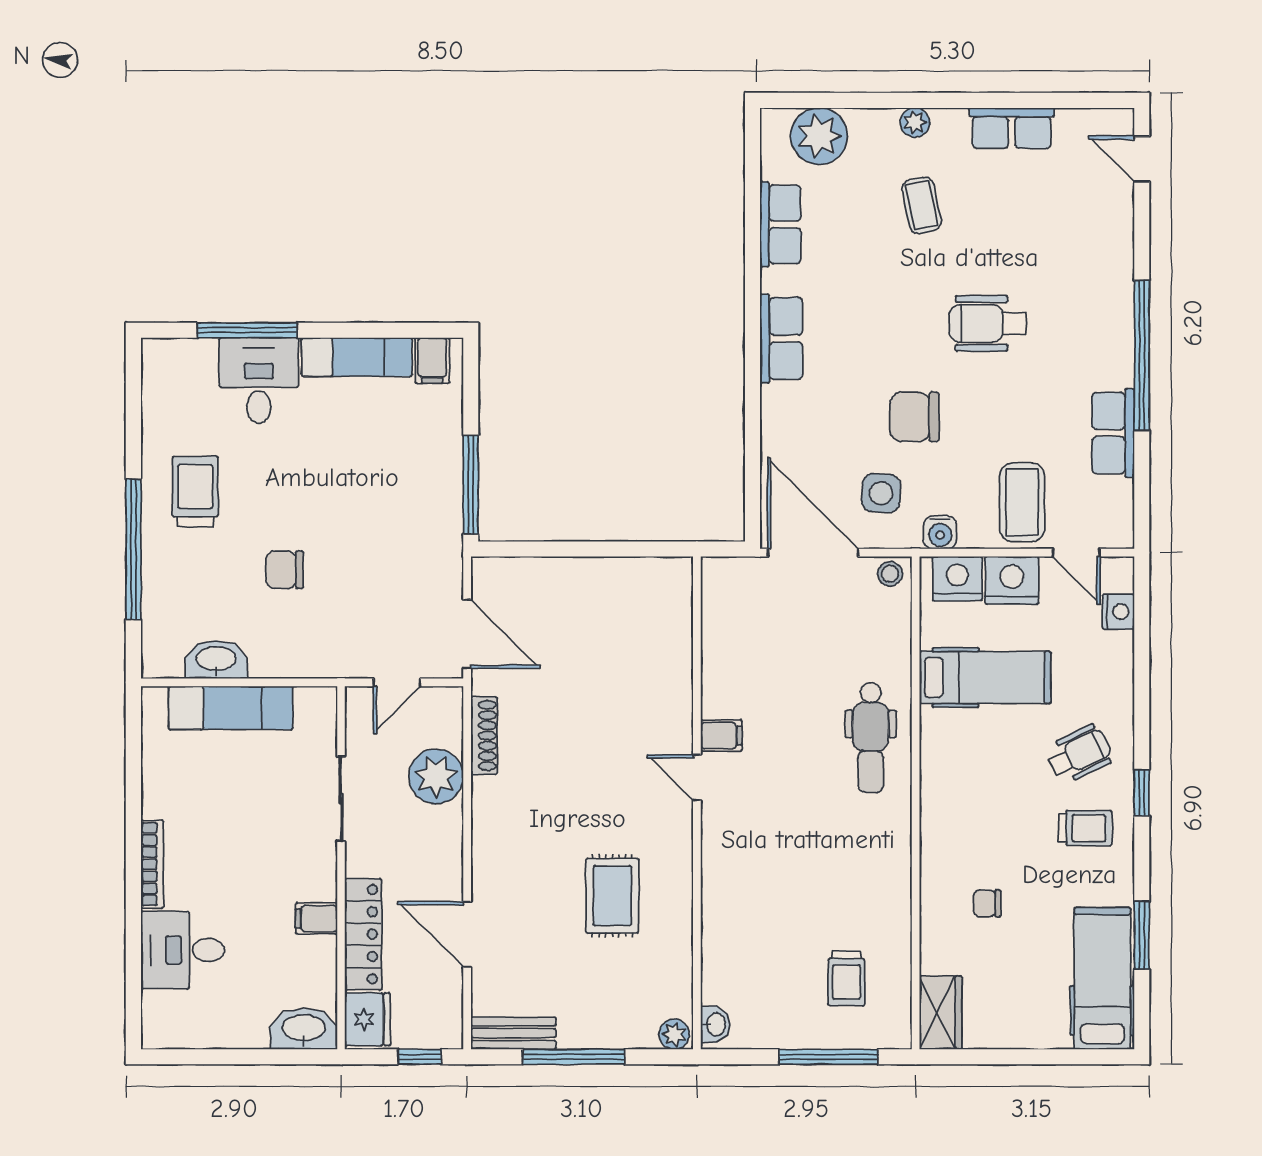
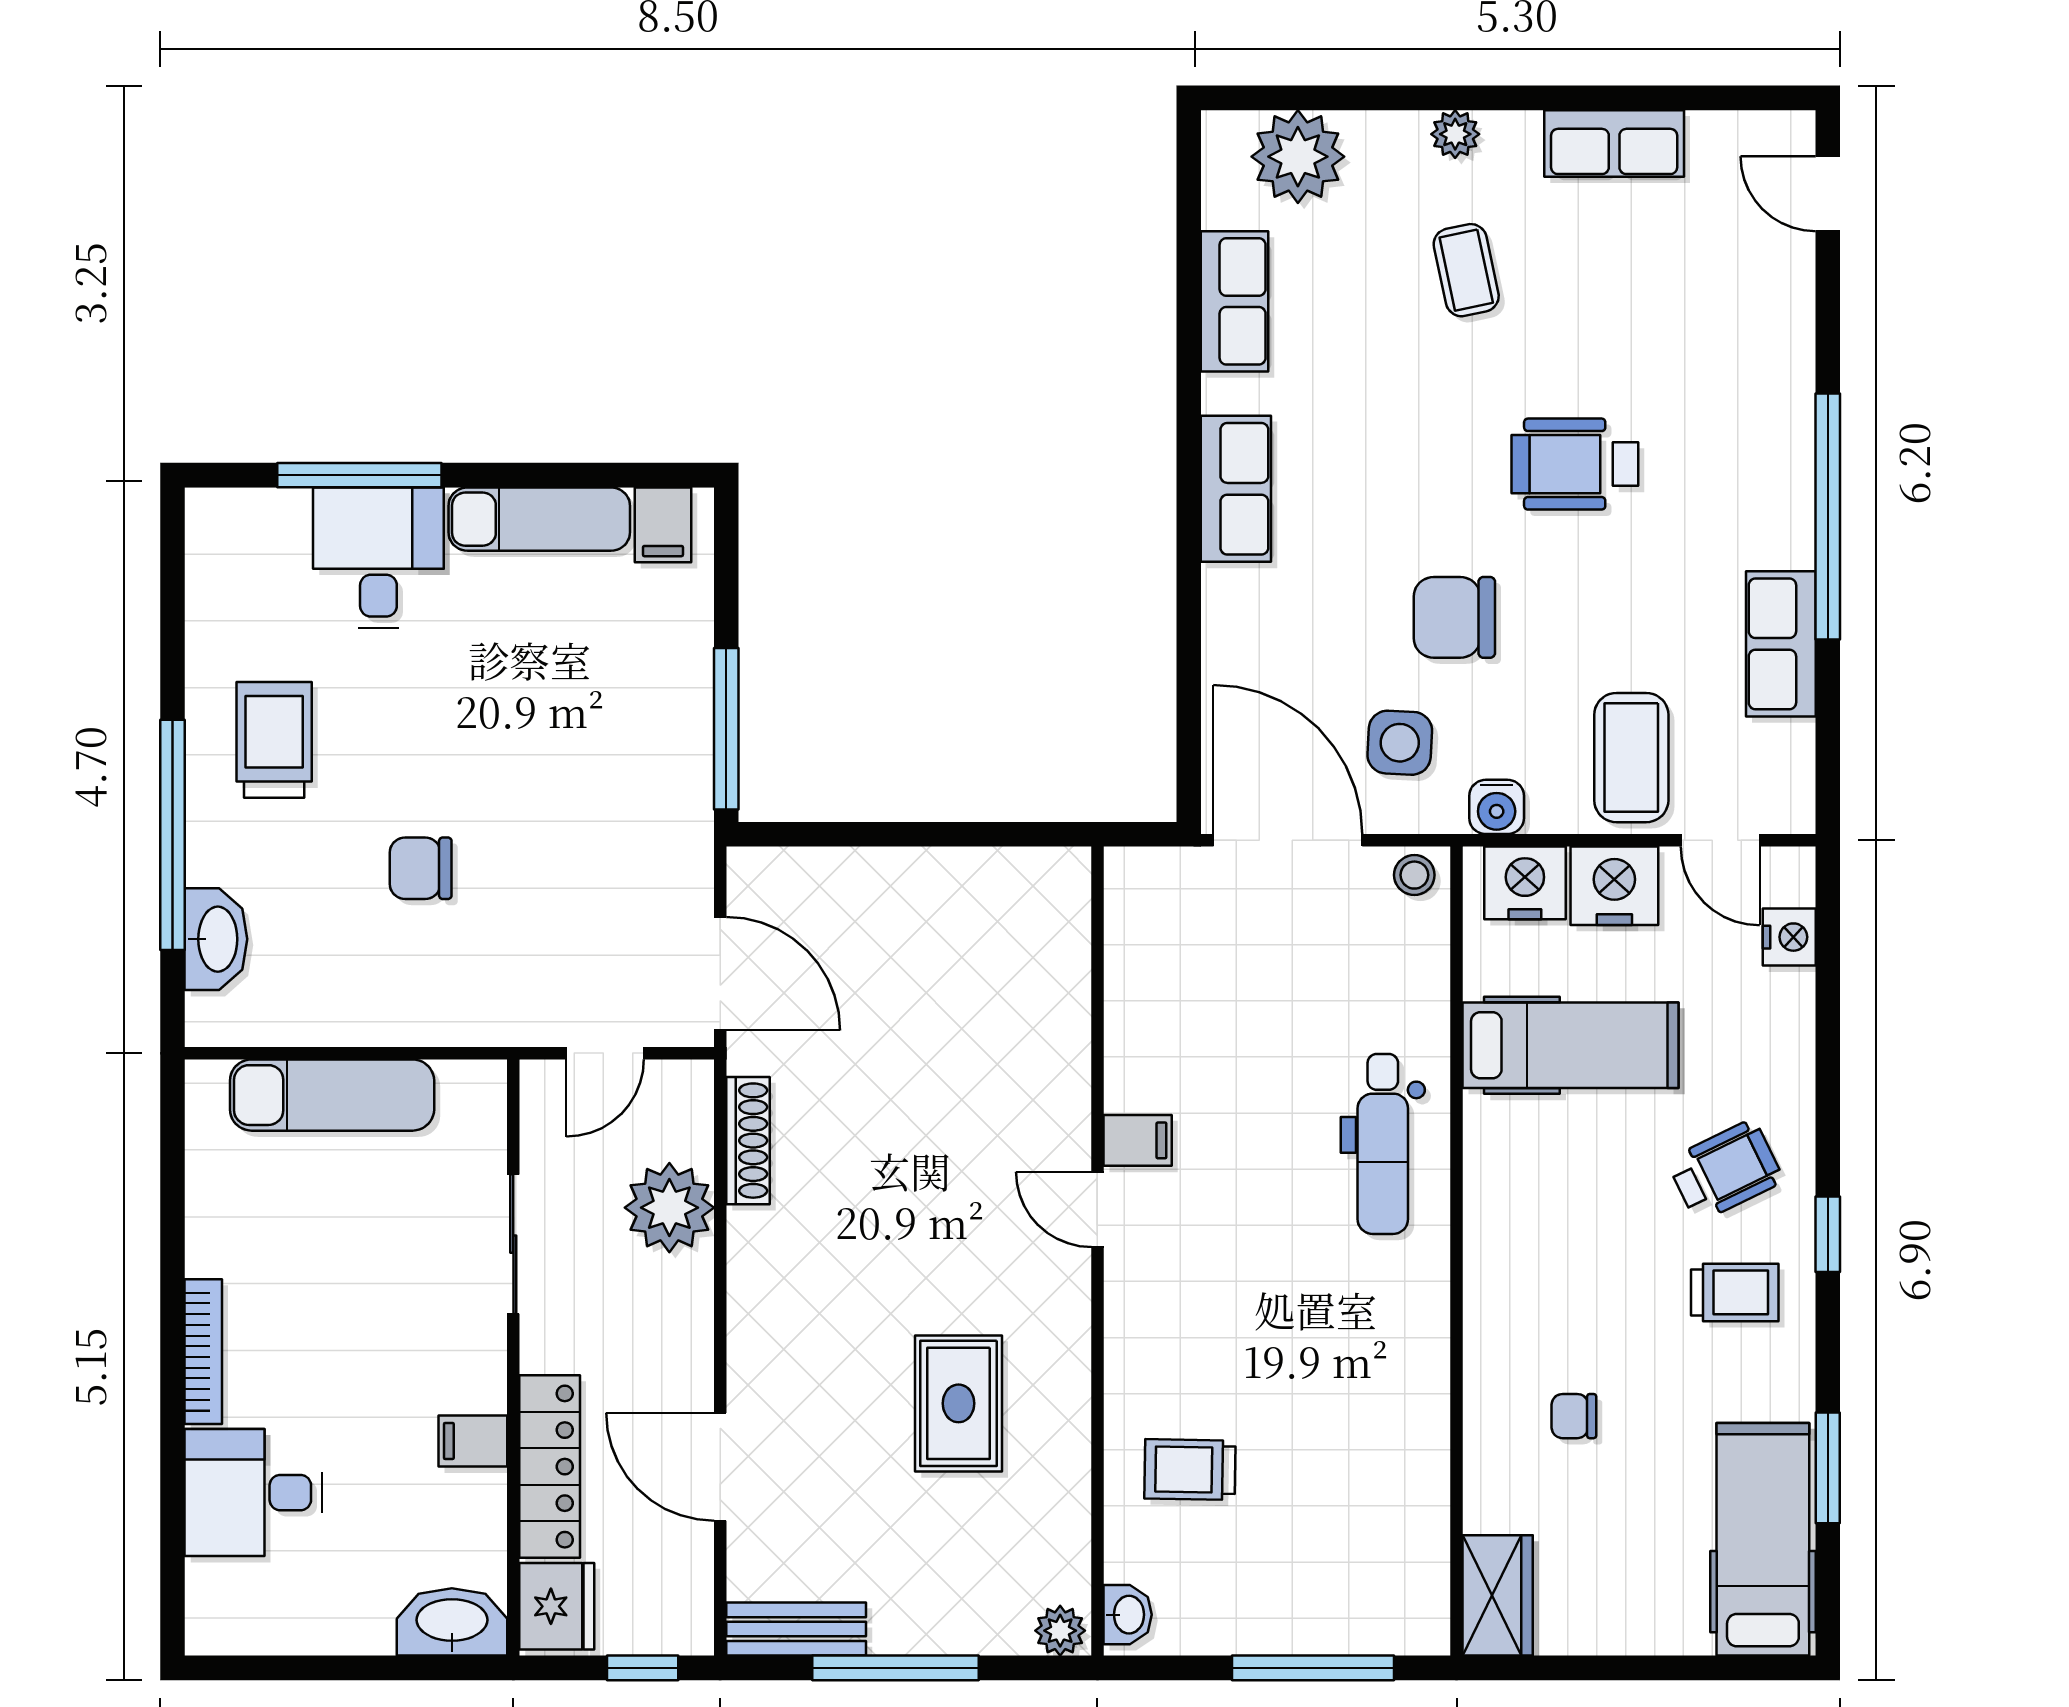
washbasin: (216, 660) -> (216, 939), moved, turned 90
trolley: (846, 978) -> (1190, 1470), moved, turned 91

